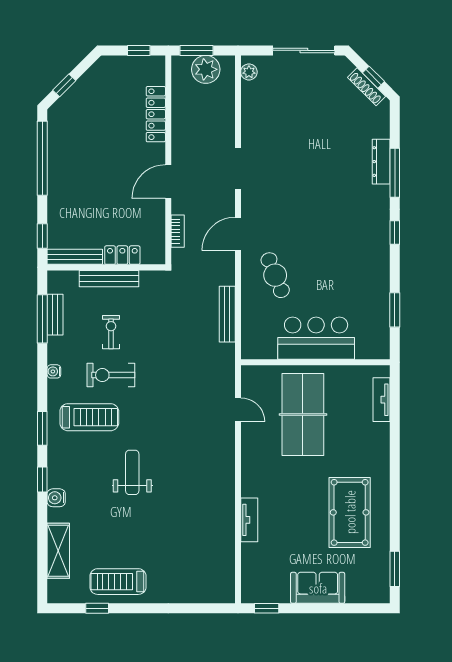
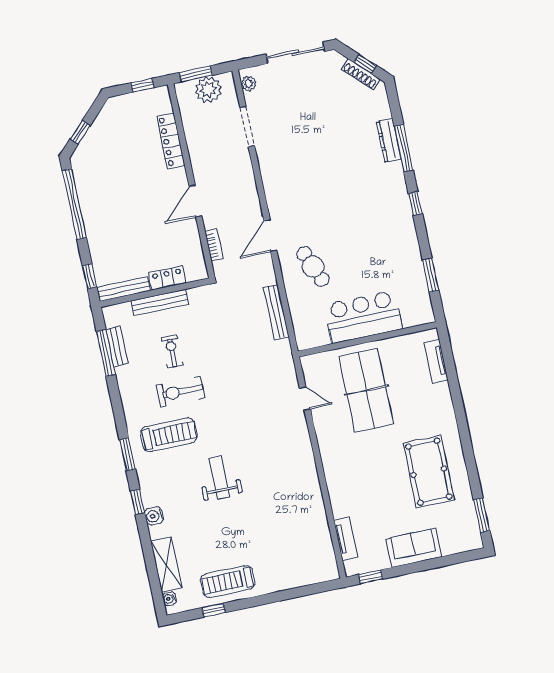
doorway: (238, 169) -> (247, 127), moved
water cooler: (54, 371) -> (169, 599), moved
tv unit: (249, 520) -> (346, 538), moved

